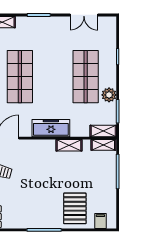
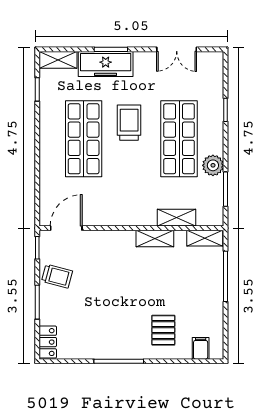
trolley: (51, 65) -> (129, 123), added
freezer: (51, 128) -> (106, 64), moved, turned 180
shelving: (103, 131) -> (176, 218), moved
pallet: (75, 208) -> (163, 330), width x0.67, depth x0.71

